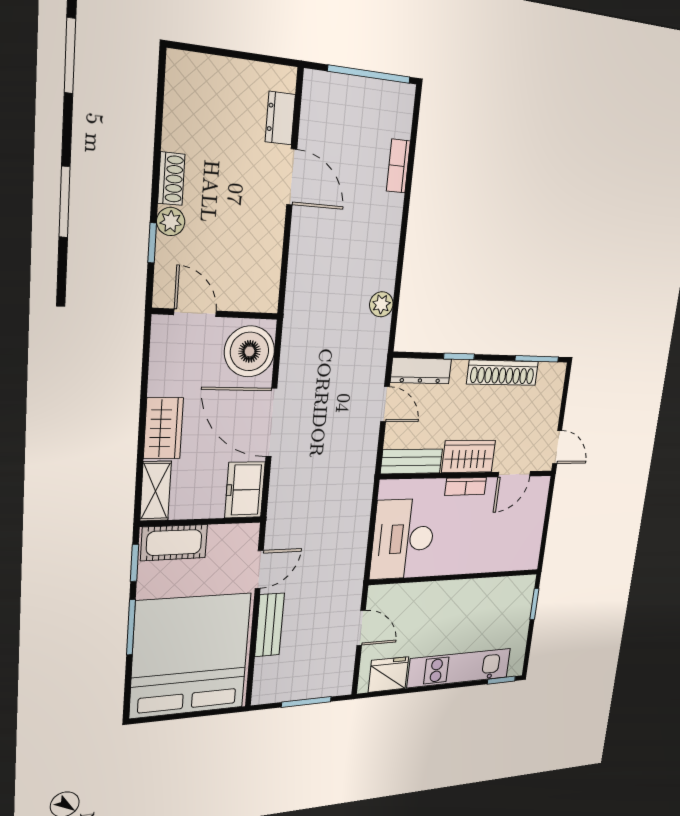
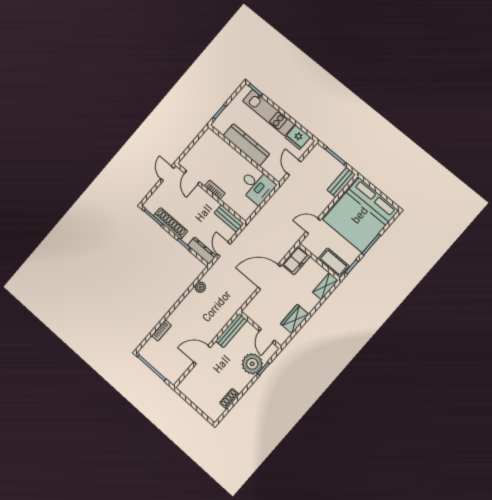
dresser: (280, 118) -> (193, 376), removed
door: (292, 177) -> (202, 355), hinge flipped
shoe rack: (171, 179) -> (229, 399), moved
plant: (171, 222) -> (252, 364), width x1.87, depth x1.87
bench: (269, 269) -> (231, 331), added
boiler: (250, 351) -> (258, 308), removed
door: (271, 423) -> (269, 277), swing flipped
wardrobe: (163, 428) -> (295, 319), moved
wardrobe: (469, 457) -> (206, 201), removed
door: (514, 474) -> (192, 177), swing flipped
desk: (403, 539) -> (257, 186), width x0.73
kitchen counter: (462, 595) -> (246, 145), added
bench: (270, 625) -> (341, 182), moved

